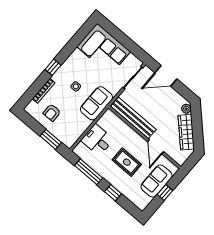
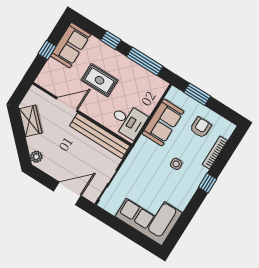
sofa: (97, 103) -> (163, 122), moved
wardrobe: (186, 132) -> (31, 121), width x0.67
desk: (97, 140) -> (128, 121), moved
door: (156, 147) -> (67, 105), hinge flipped
sofa: (157, 181) -> (70, 45), moved

